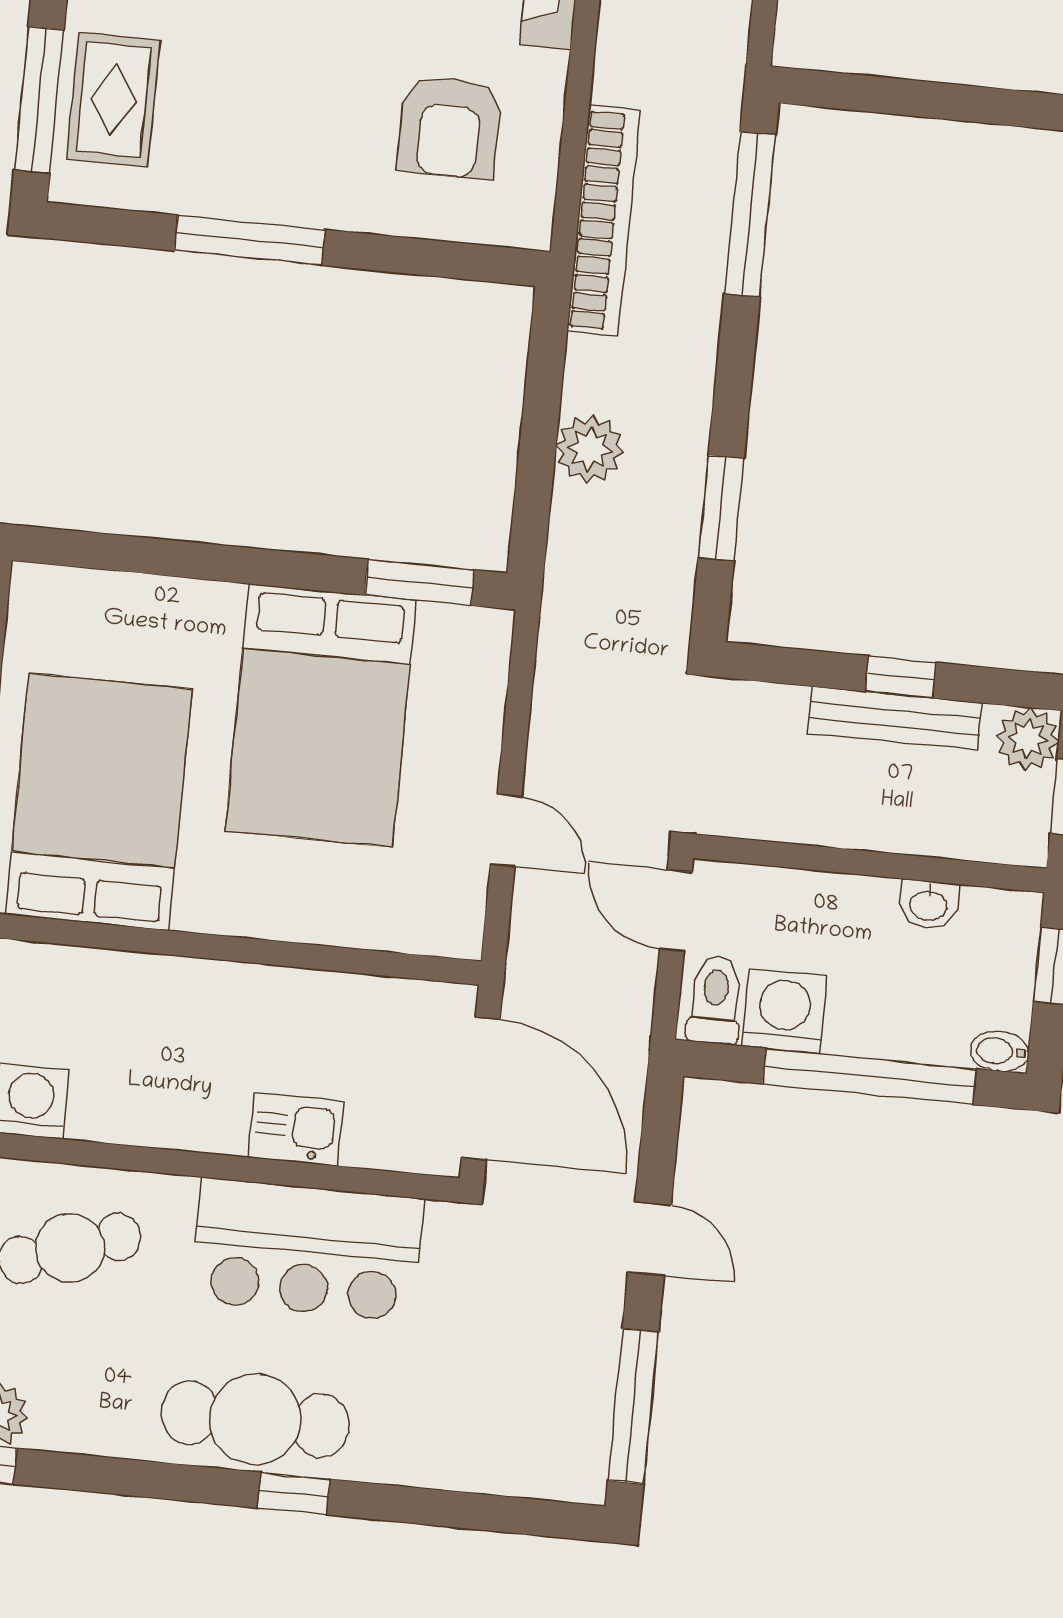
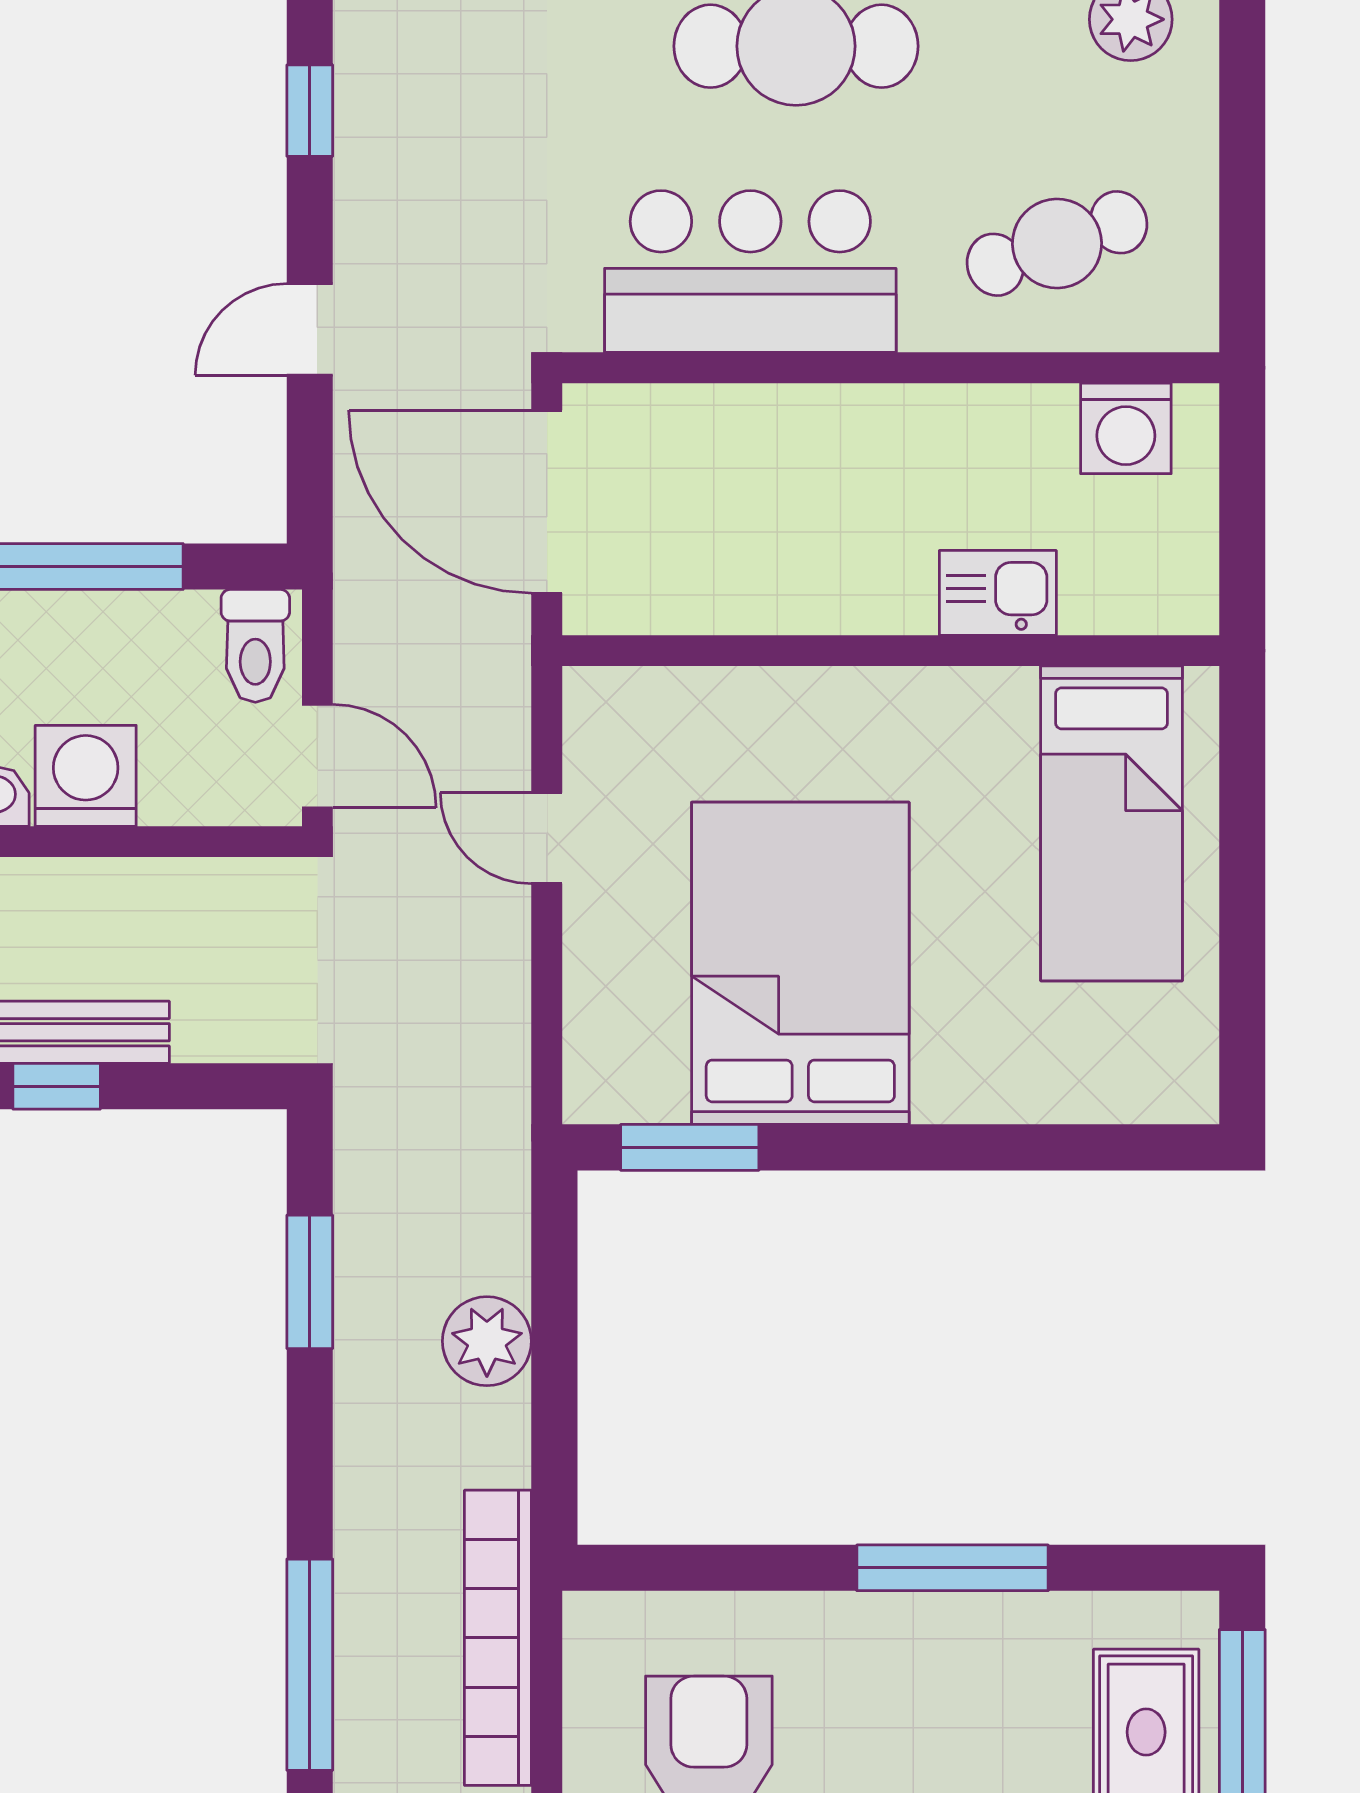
bed: (99, 802) -> (1112, 823), width x0.67
washing machine: (784, 1011) -> (86, 776), moved, turned 180
kitchen sink: (296, 1129) -> (998, 593), moved, turned 180
door: (649, 1239) -> (310, 329), hinge flipped
window: (633, 1406) -> (310, 111), width x0.46

